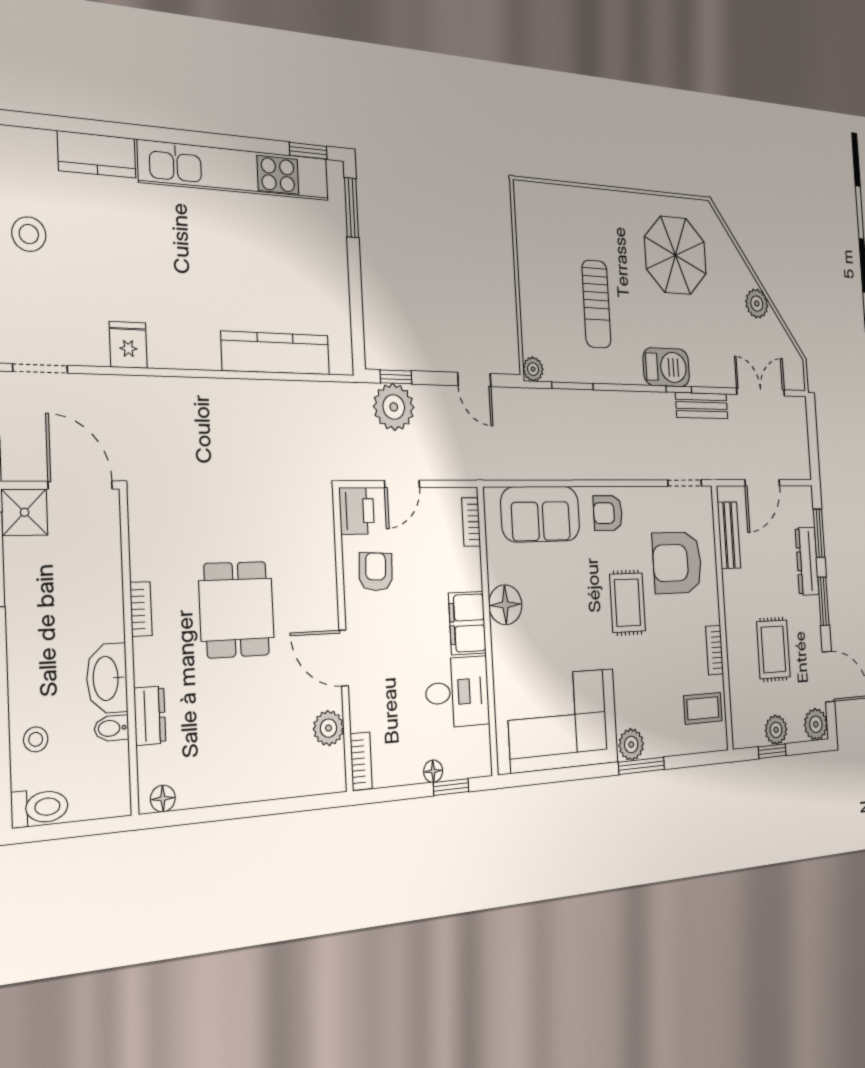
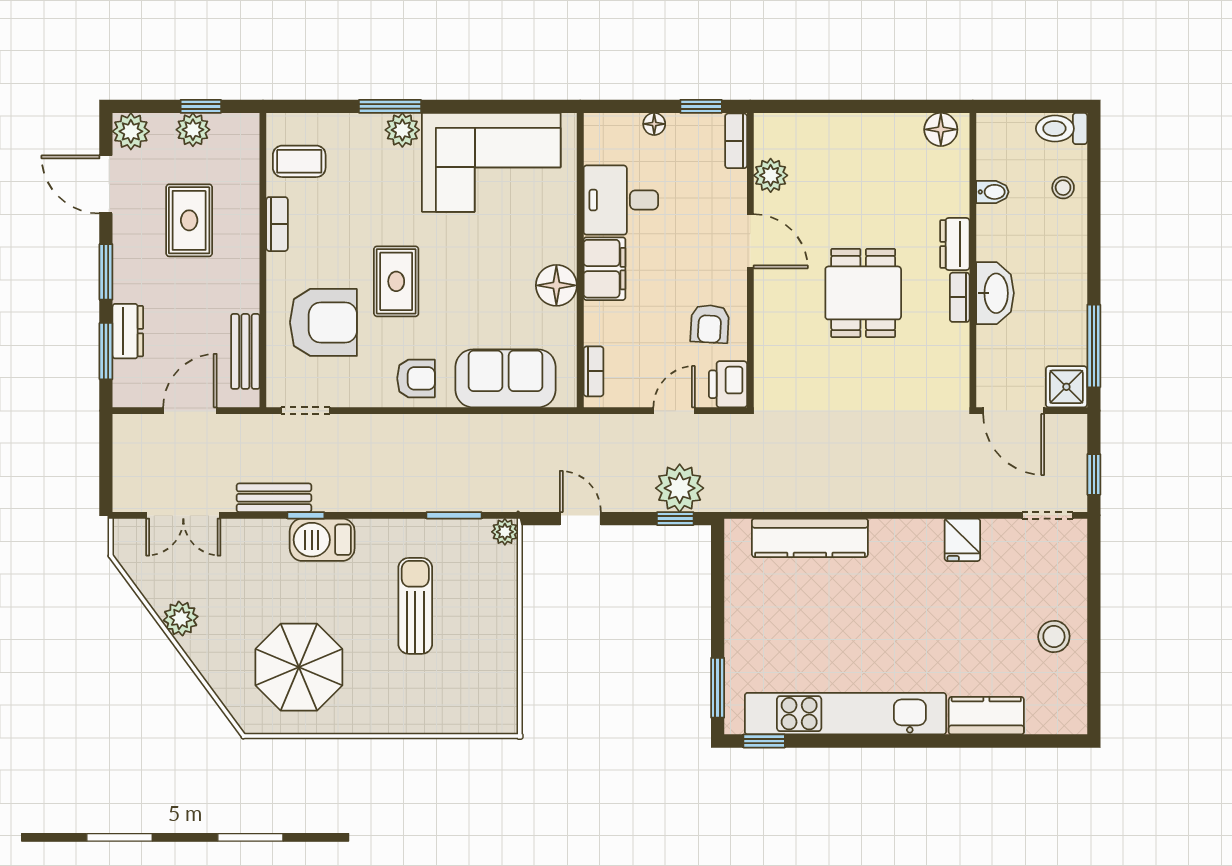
dresser: (807, 561) -> (128, 331), width x0.70
washbasin: (107, 678) -> (995, 293), moved
dresser: (150, 716) -> (955, 244), moved
window: (451, 787) -> (701, 106), moved
floor lamp: (163, 799) -> (941, 129), width x1.37, depth x1.37

